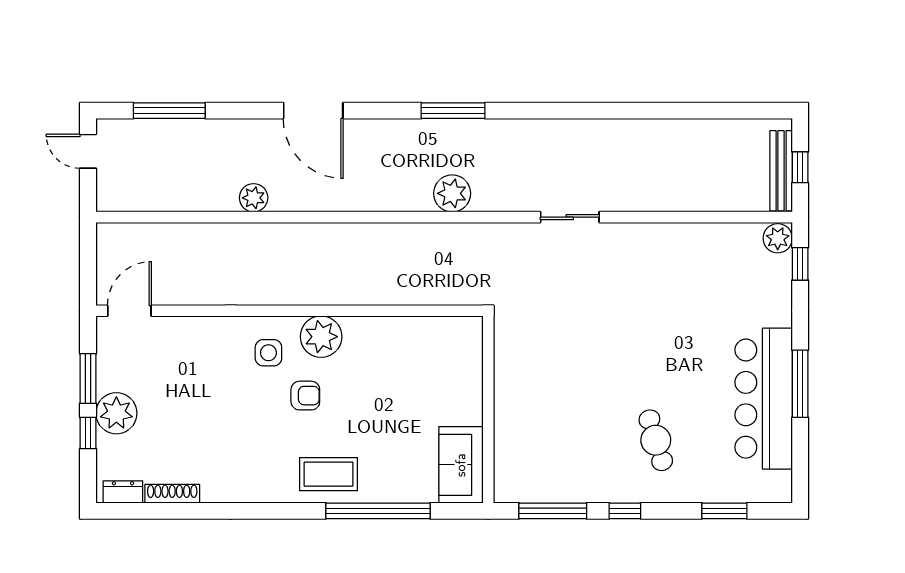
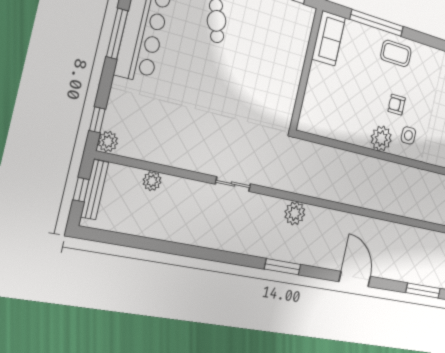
plant: (254, 198) -> (152, 181), moved

